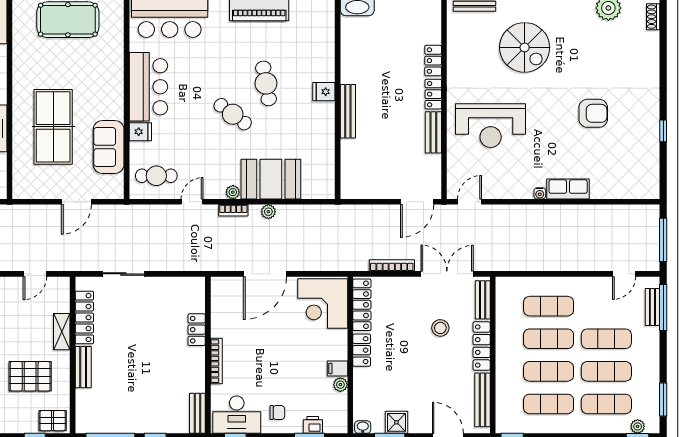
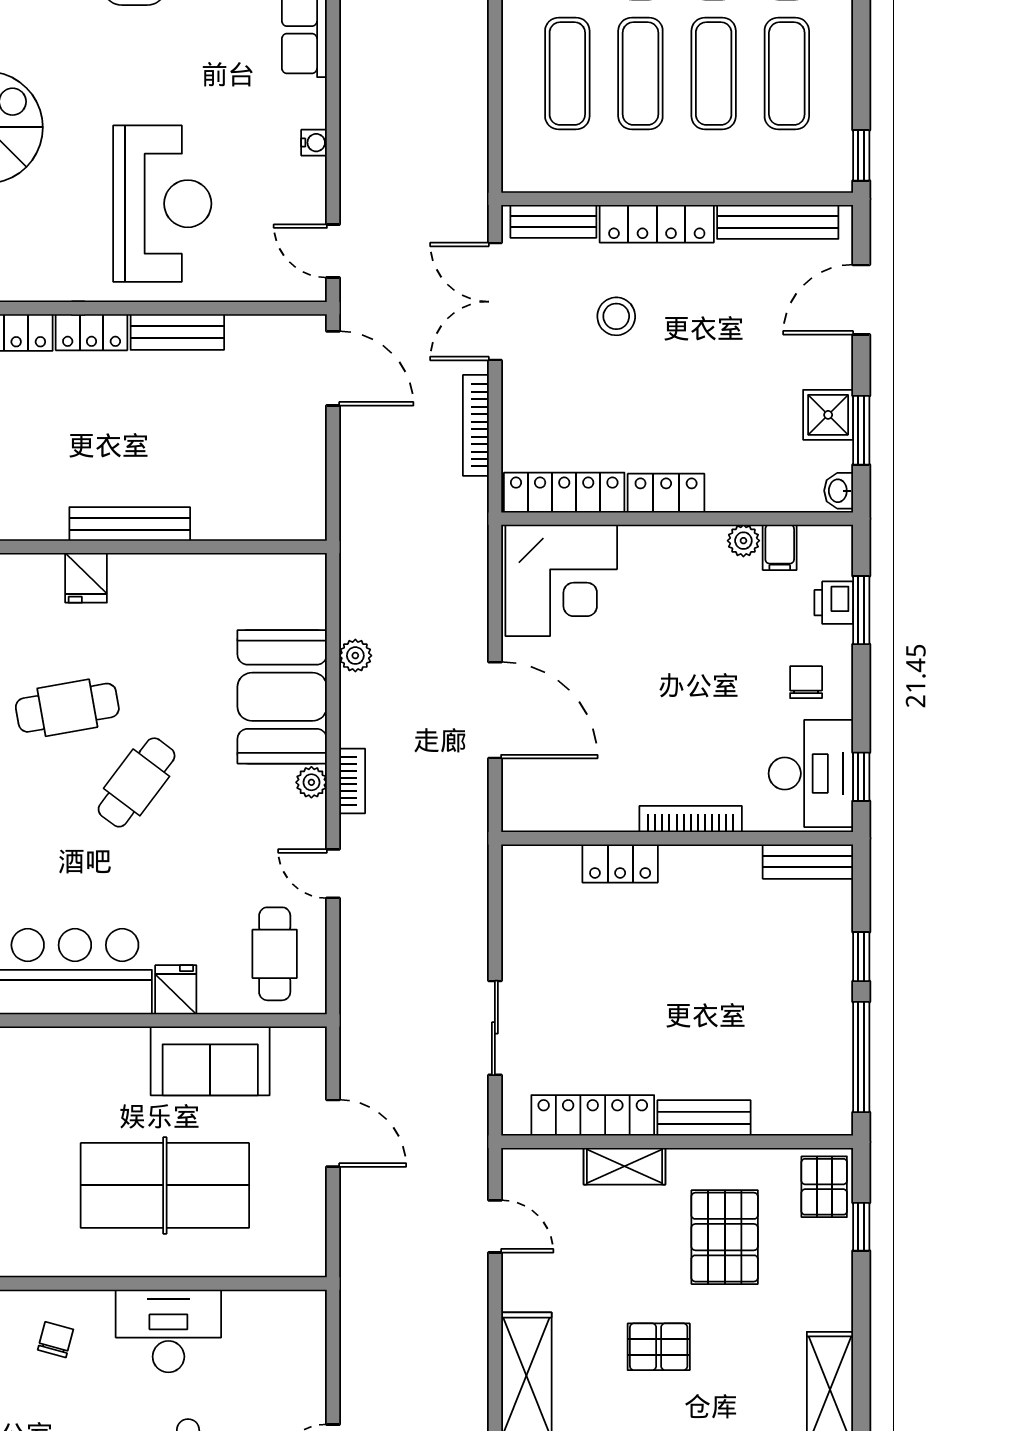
water cooler: (540, 193) -> (314, 143), moved
plant: (268, 212) -> (355, 656), moved
filing cabinet: (337, 368) -> (780, 547), moved

